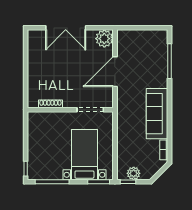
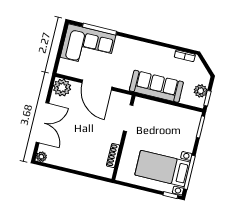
plant: (33, 35) -> (41, 157), added
corner sofa: (150, 54) -> (88, 46), added
sofa: (157, 114) -> (156, 86), moved, turned 180
bed with nightstands: (84, 155) -> (162, 168), moved

